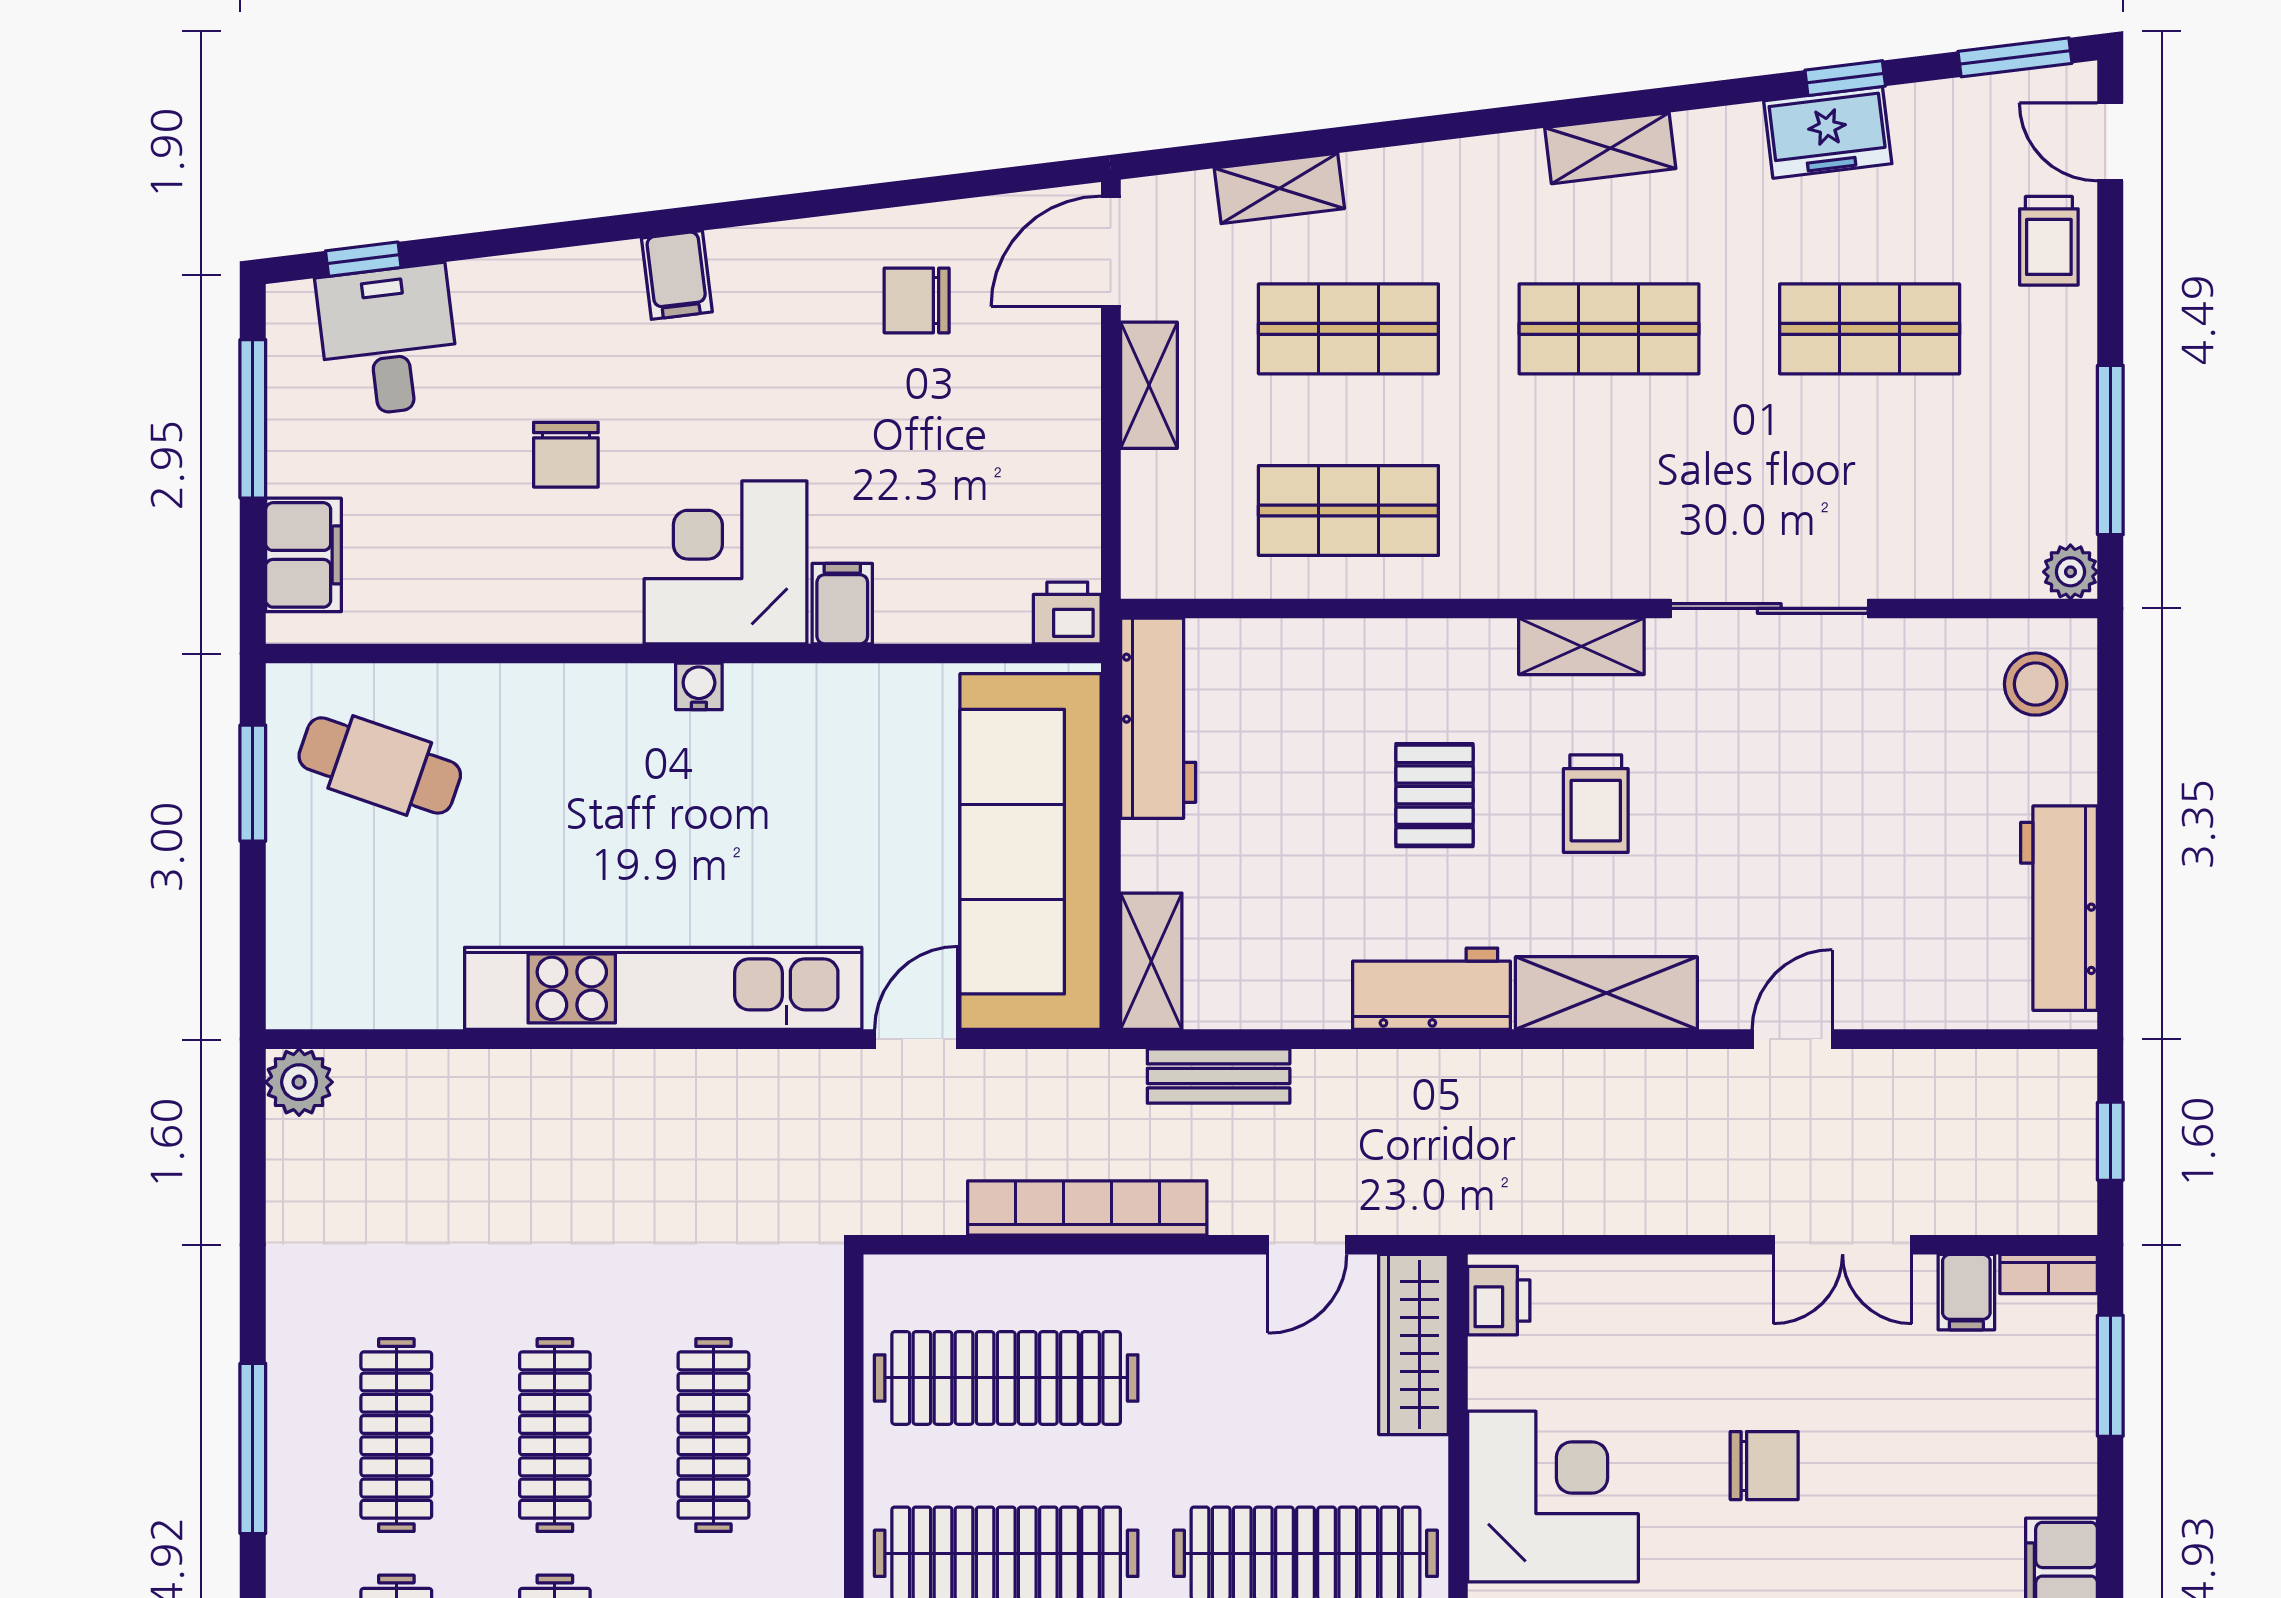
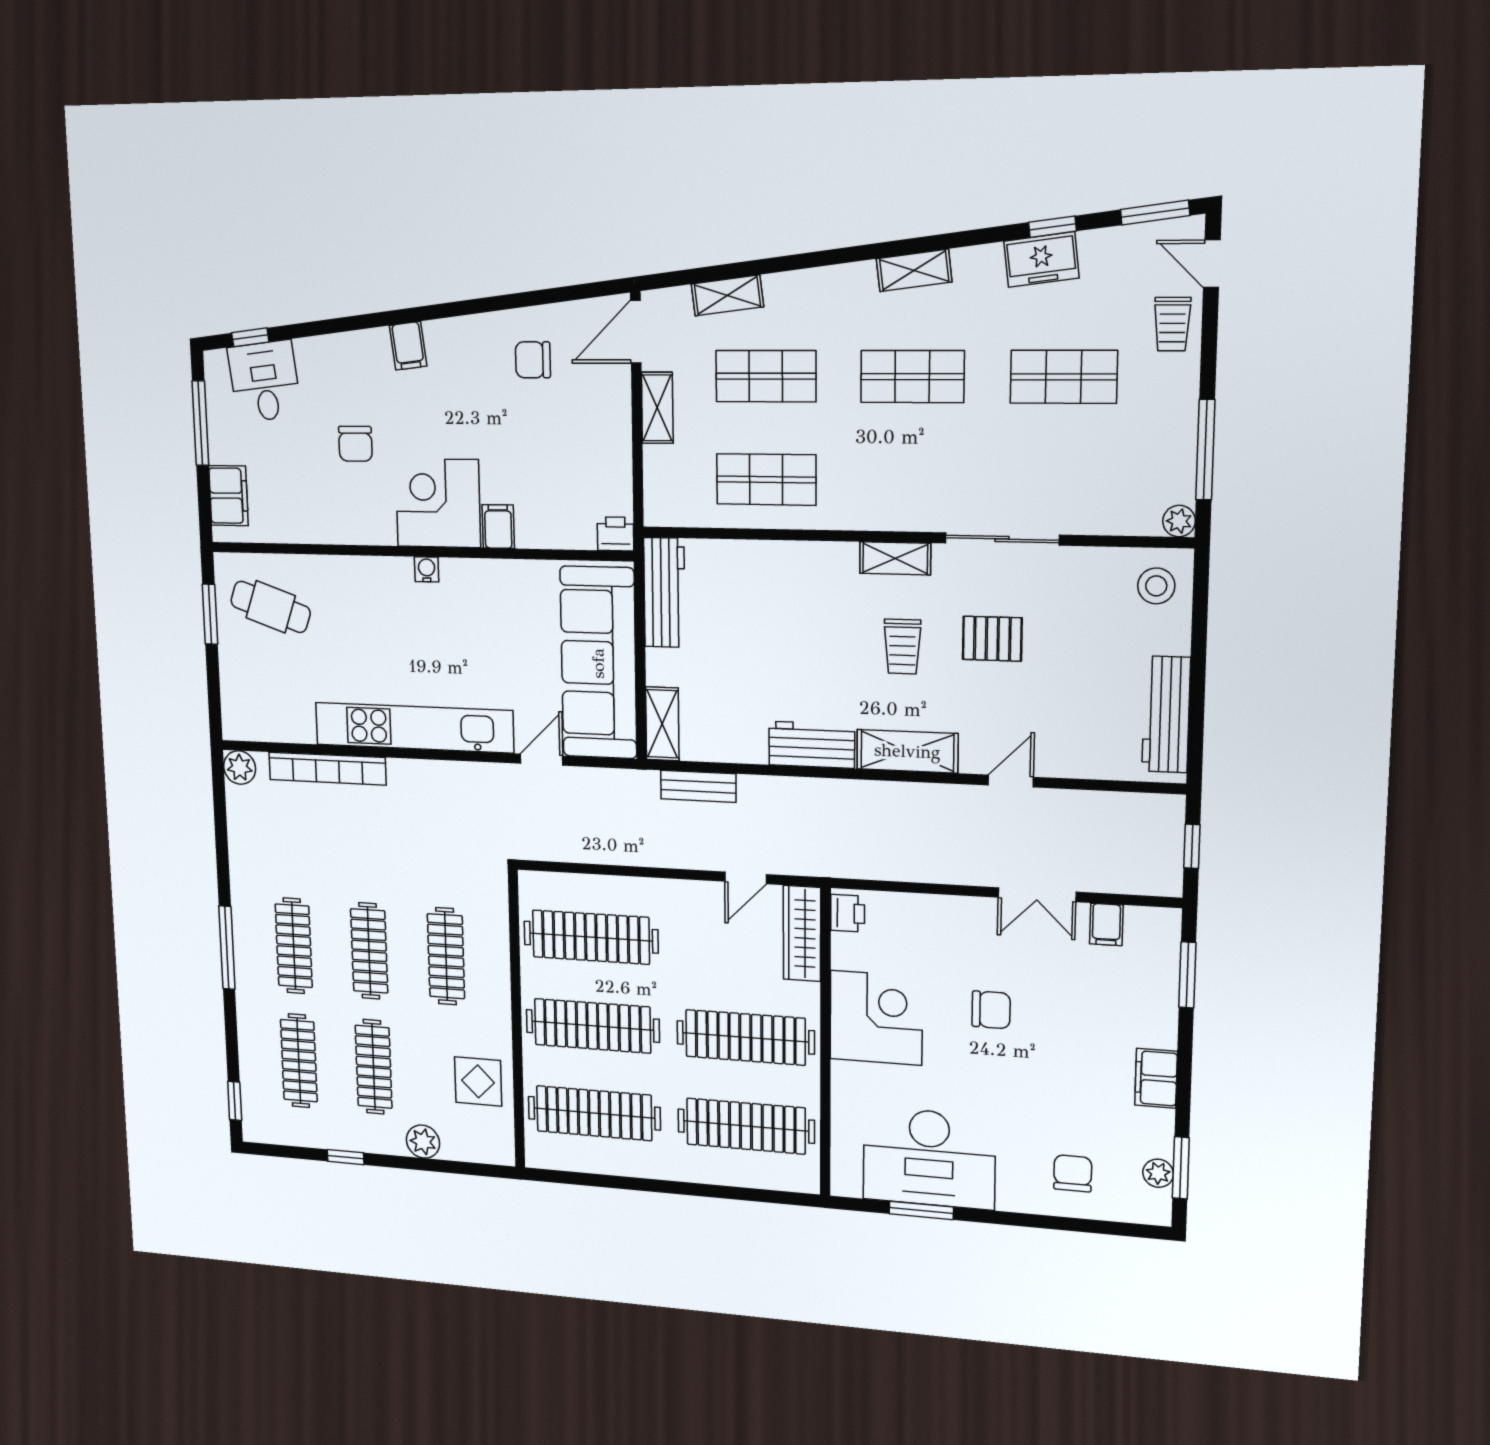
pallet: (1434, 795) -> (992, 639), moved, turned 90
bookcase: (1087, 1208) -> (327, 769), moved, turned 180
bookcase: (2049, 1274) -> (1154, 917), removed

